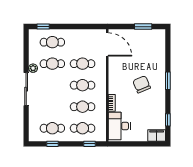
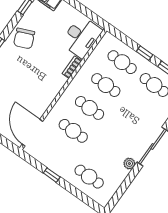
window: (43, 27) -> (52, 175), moved
cafe table: (52, 64) -> (105, 154), removed
chair: (142, 84) -> (24, 38), moved
window: (90, 144) -> (145, 53), moved

